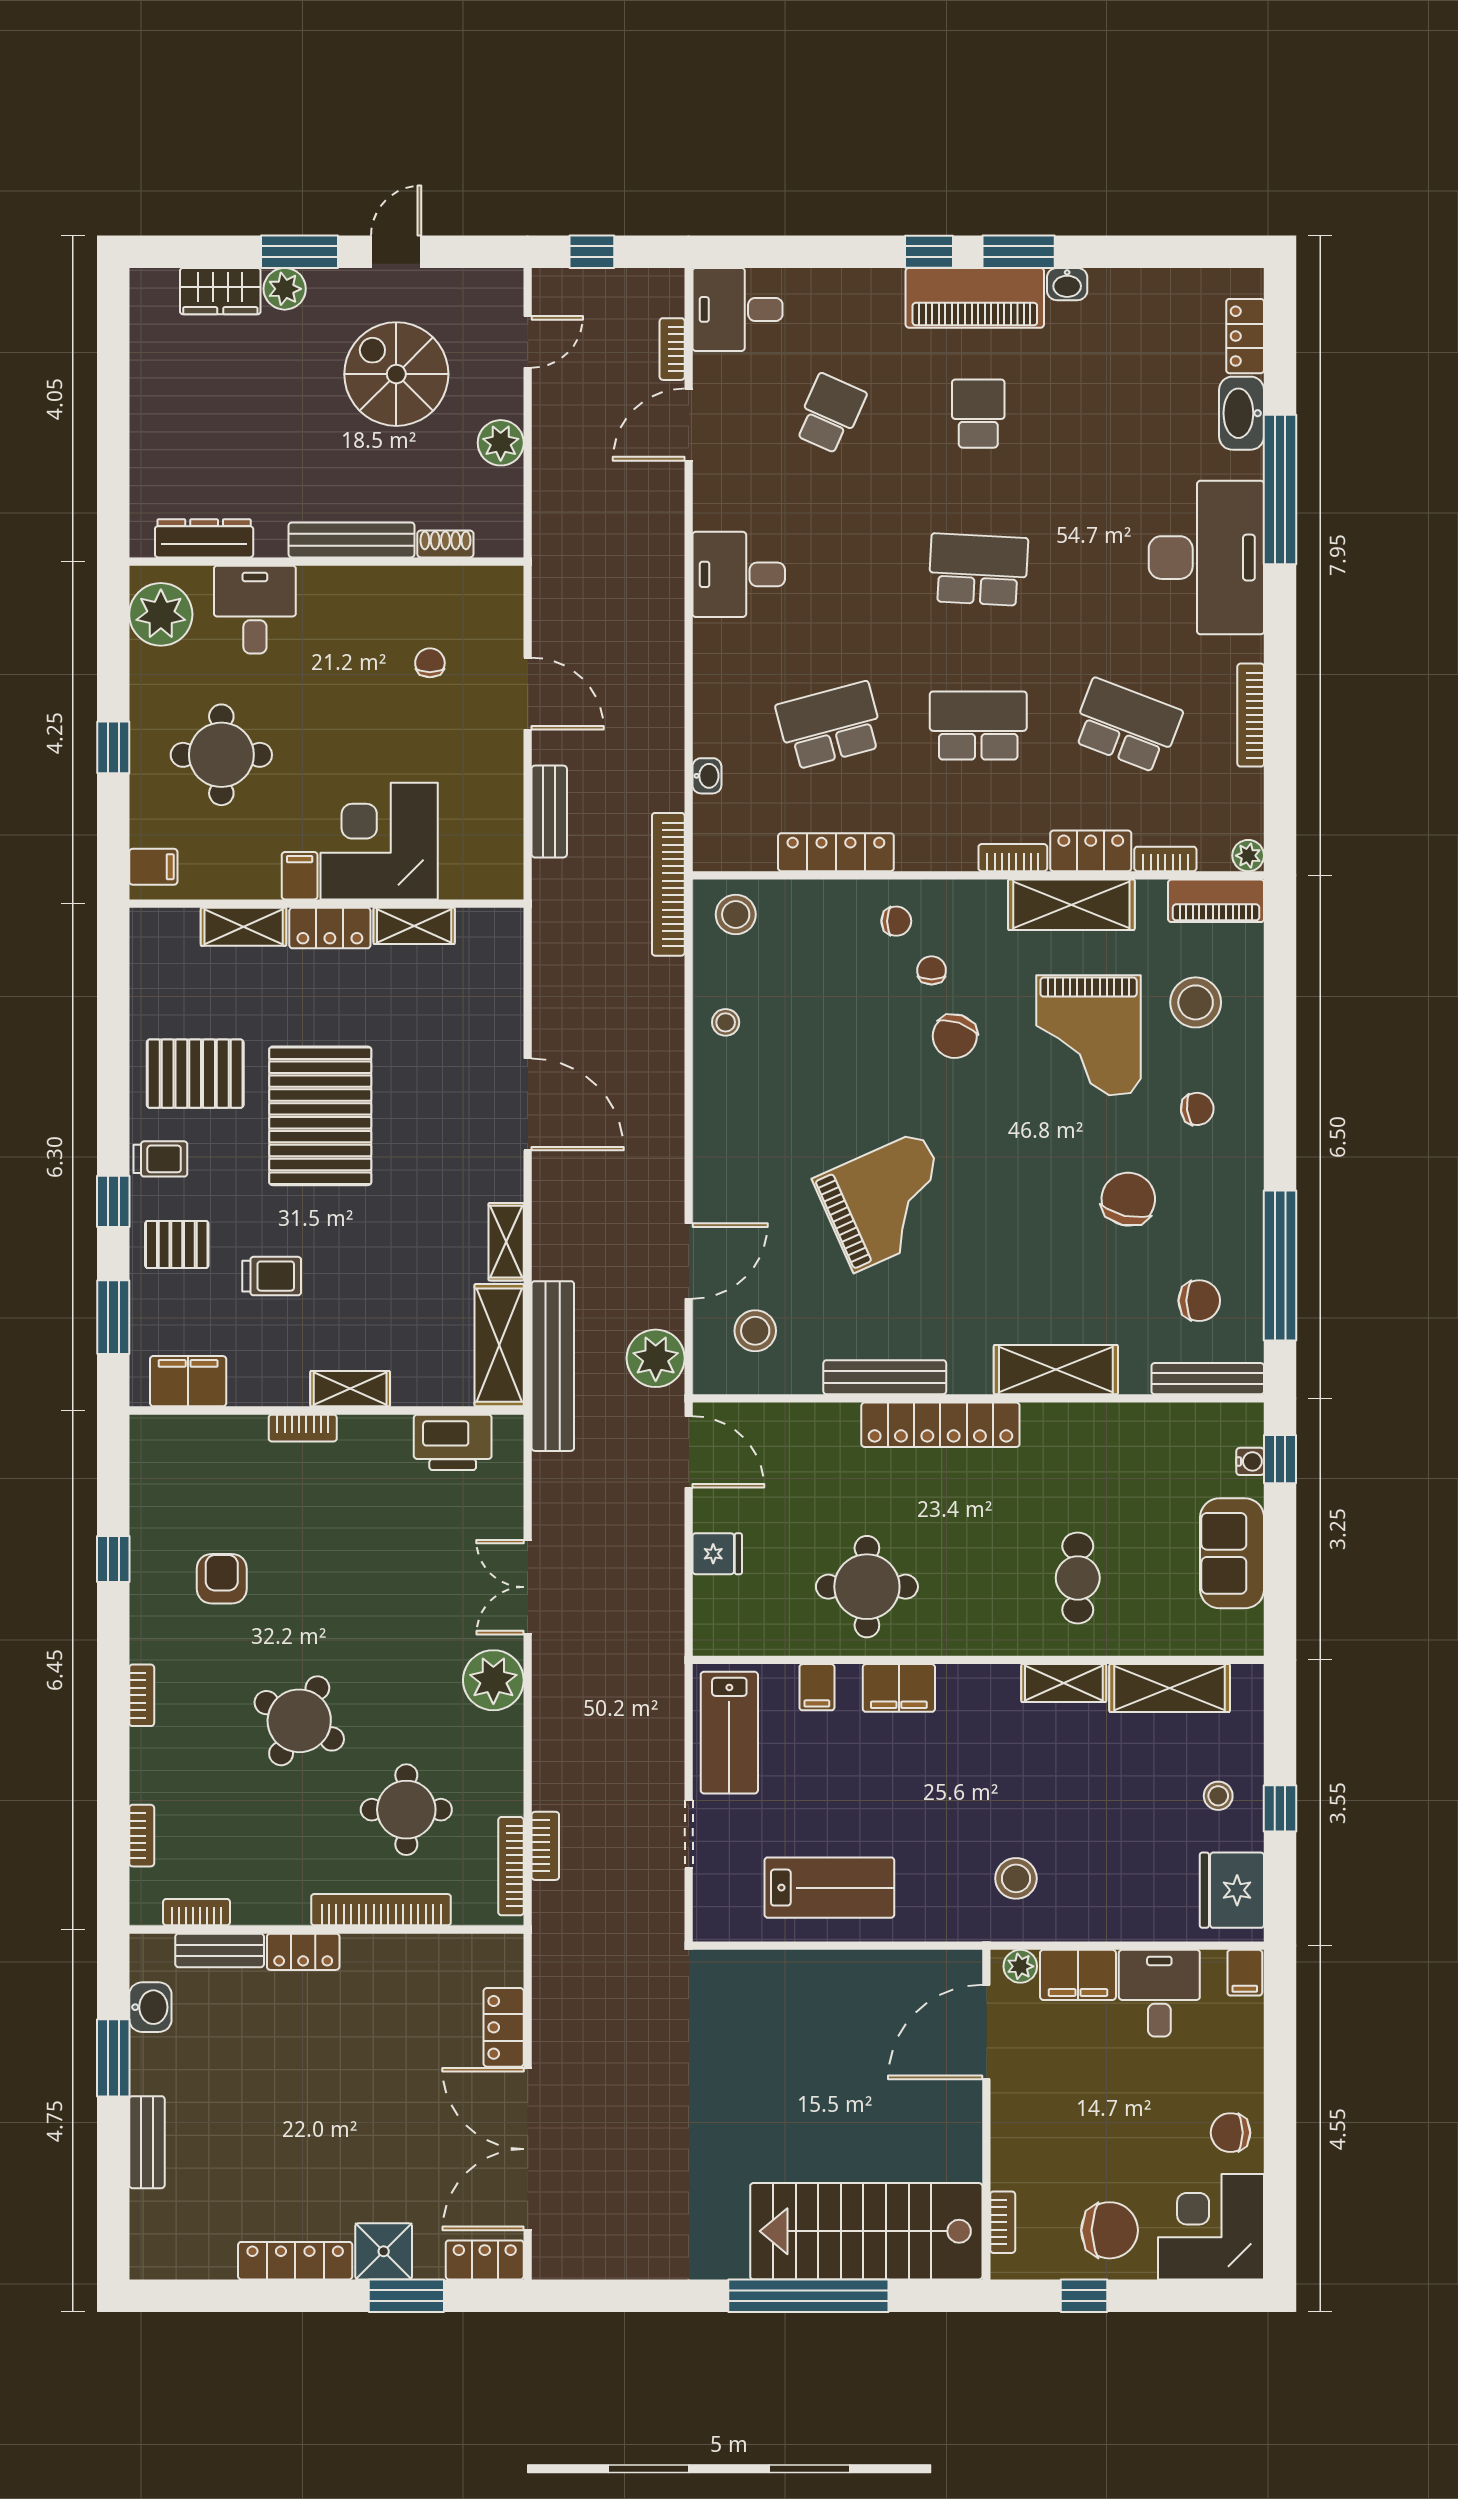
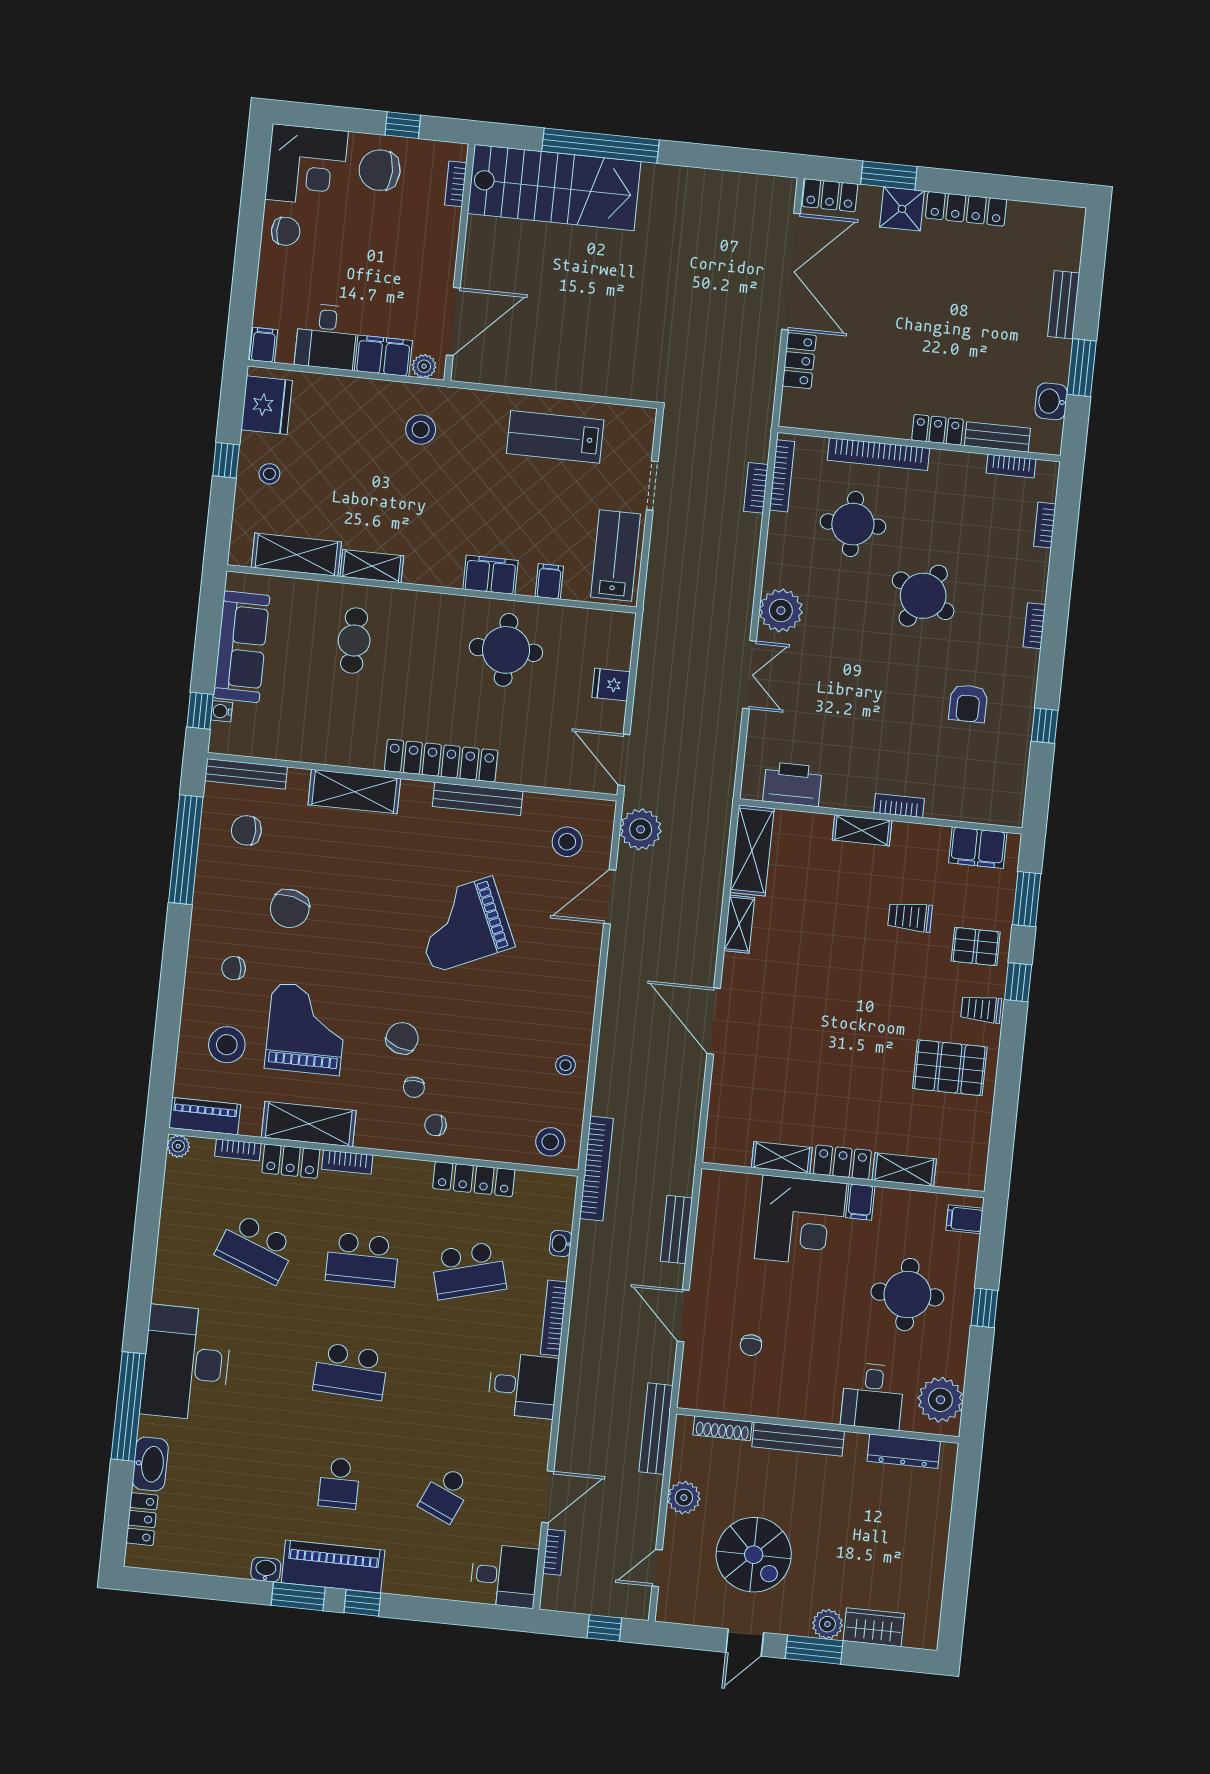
shoe rack: (445, 544) -> (722, 1428), width x1.43
bookcase: (1251, 715) -> (554, 1318), moved, turned 180
pallet: (320, 1116) -> (863, 1028), removed
bench: (553, 1366) -> (656, 1429), moved, width x0.73, depth x0.82
sofa: (1232, 1553) -> (242, 647), width x1.36

